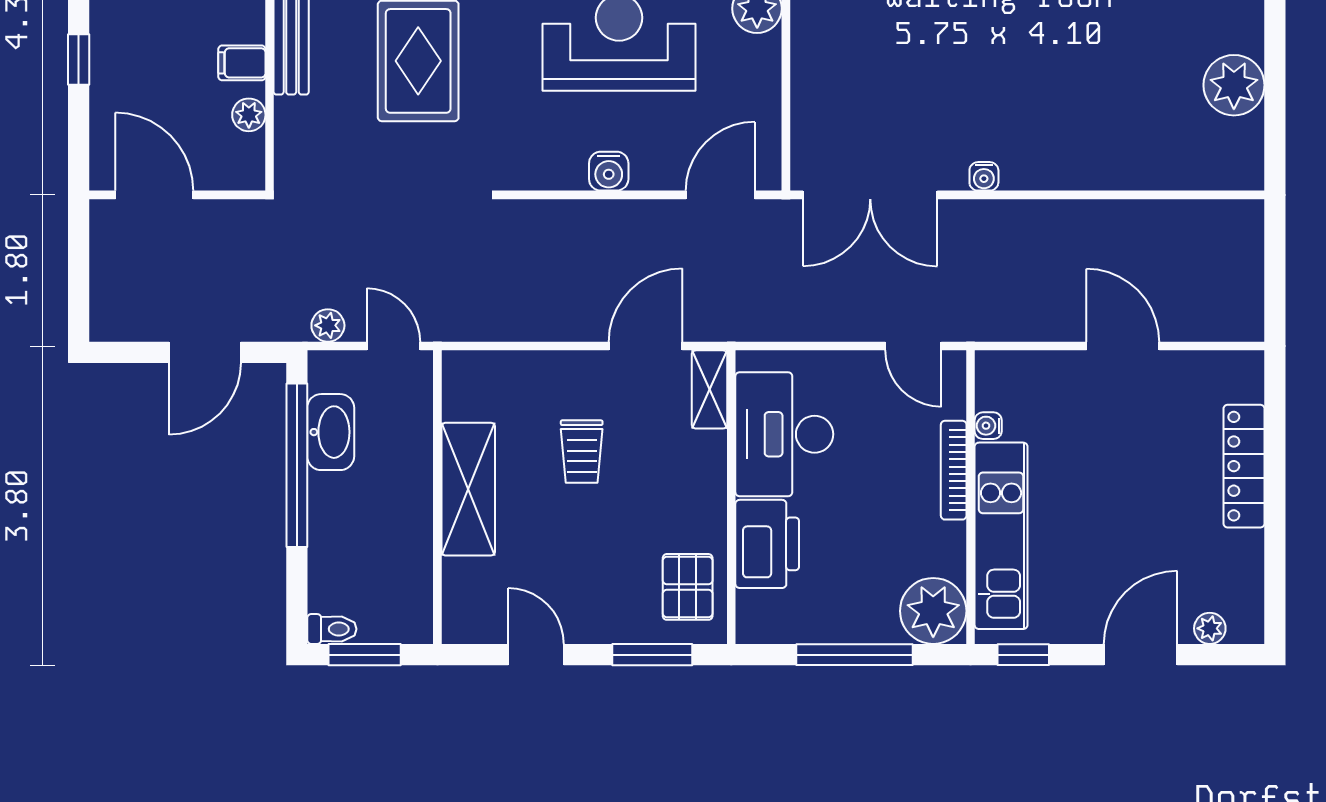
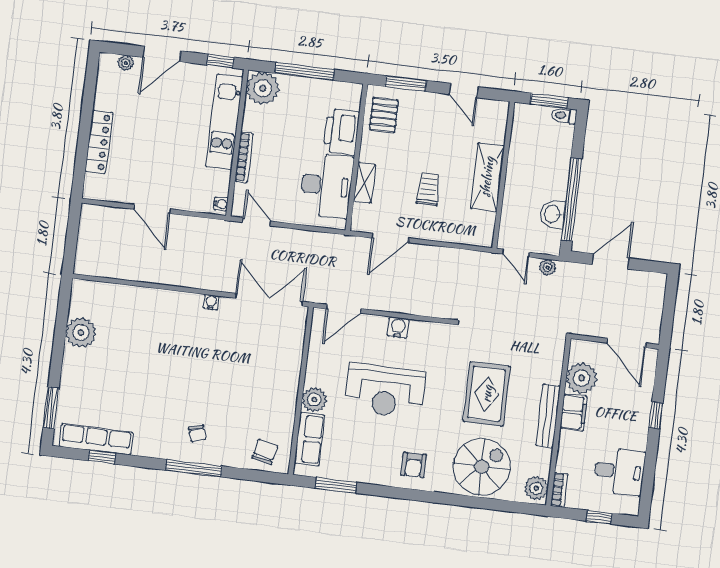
filing cabinet: (242, 63) -> (574, 412), width x2.00
plant: (249, 115) -> (582, 378), width x1.87, depth x1.87
shelving: (709, 389) -> (365, 183), moved
water cooler: (988, 426) -> (221, 204), moved
washbasin: (331, 432) -> (553, 214), width x0.72

